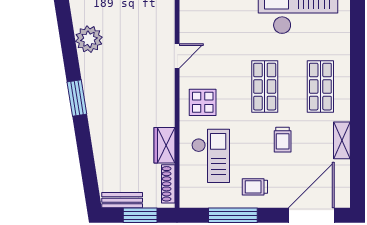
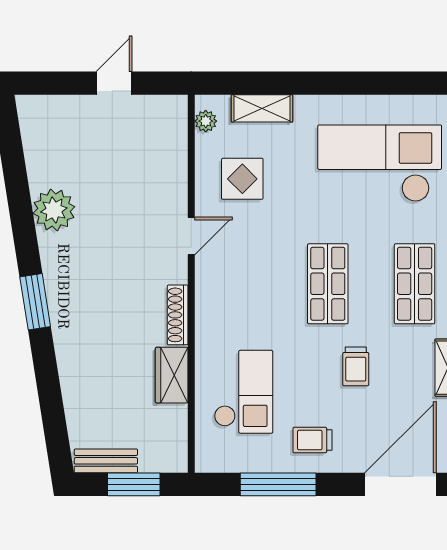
display table: (203, 102) -> (242, 179), moved
shoe rack: (168, 184) -> (178, 315), moved

